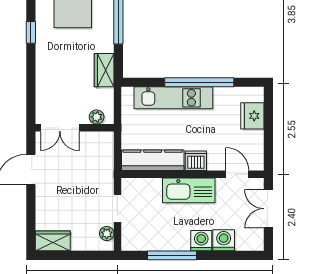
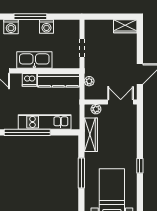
wardrobe: (104, 70) -> (91, 135), width x1.50
plant: (107, 233) -> (89, 81), moved
washing machine: (201, 241) -> (47, 26), moved
window: (172, 255) -> (30, 17), moved

